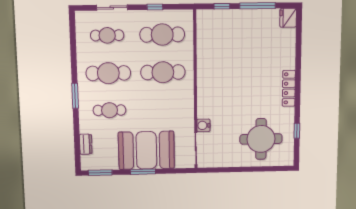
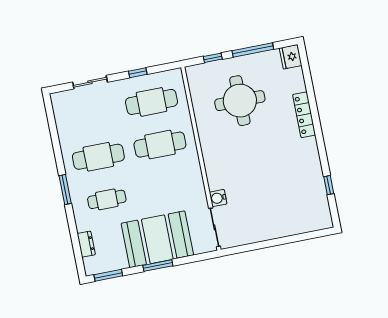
cafe table: (107, 35) -> (90, 114), removed
locker: (289, 88) -> (304, 115), moved
round table: (261, 139) -> (240, 101), moved

